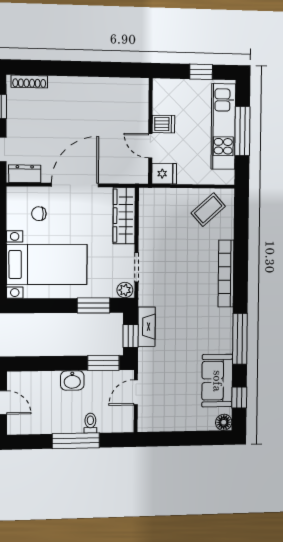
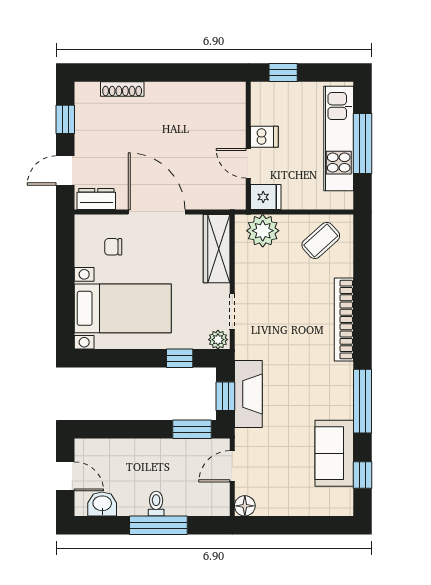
window: (201, 72) -> (283, 73), moved
shoe rack: (29, 82) -> (122, 89), moved
door: (75, 185) -> (157, 212), hinge flipped
plant: (162, 201) -> (263, 231), added
window: (94, 305) -> (180, 358), width x0.67
fireplace: (146, 327) -> (248, 394), width x1.37, depth x1.32
washbasin: (72, 380) -> (102, 504), moved, turned 180
floor lamp: (224, 422) -> (245, 506), moved
toilet: (90, 423) -> (156, 504), moved

